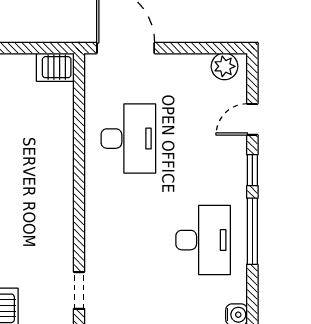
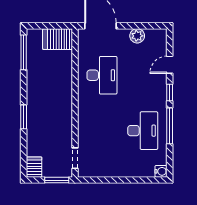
plant: (225, 66) -> (137, 36), moved
server rack: (55, 67) -> (58, 39), width x1.36, depth x1.44

